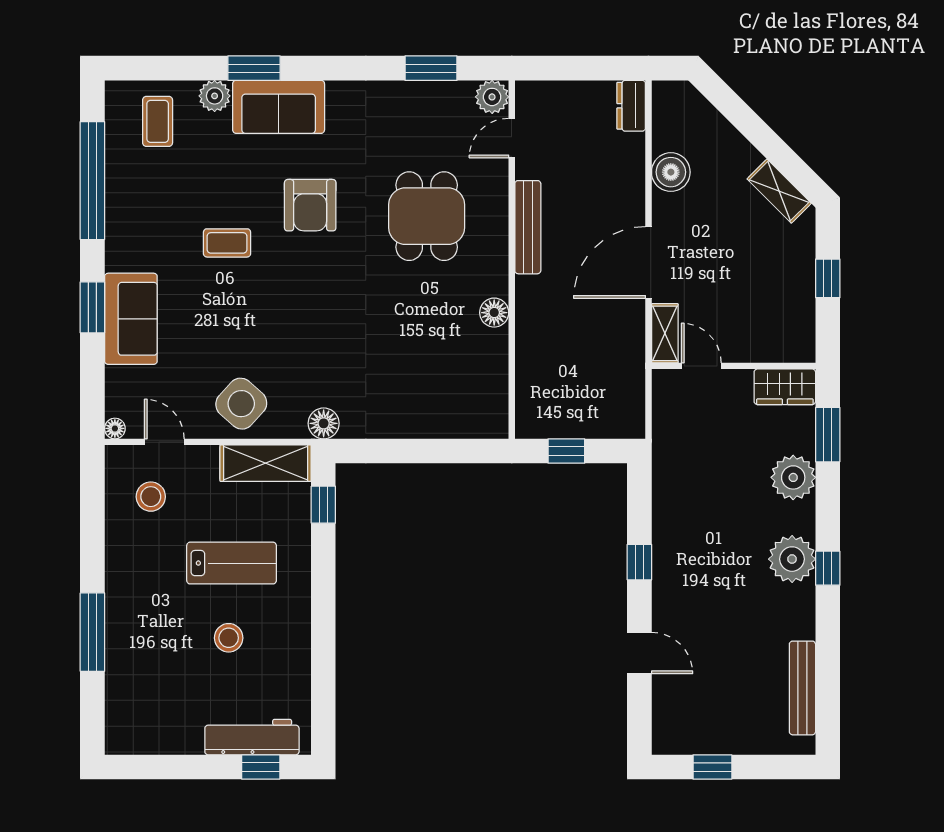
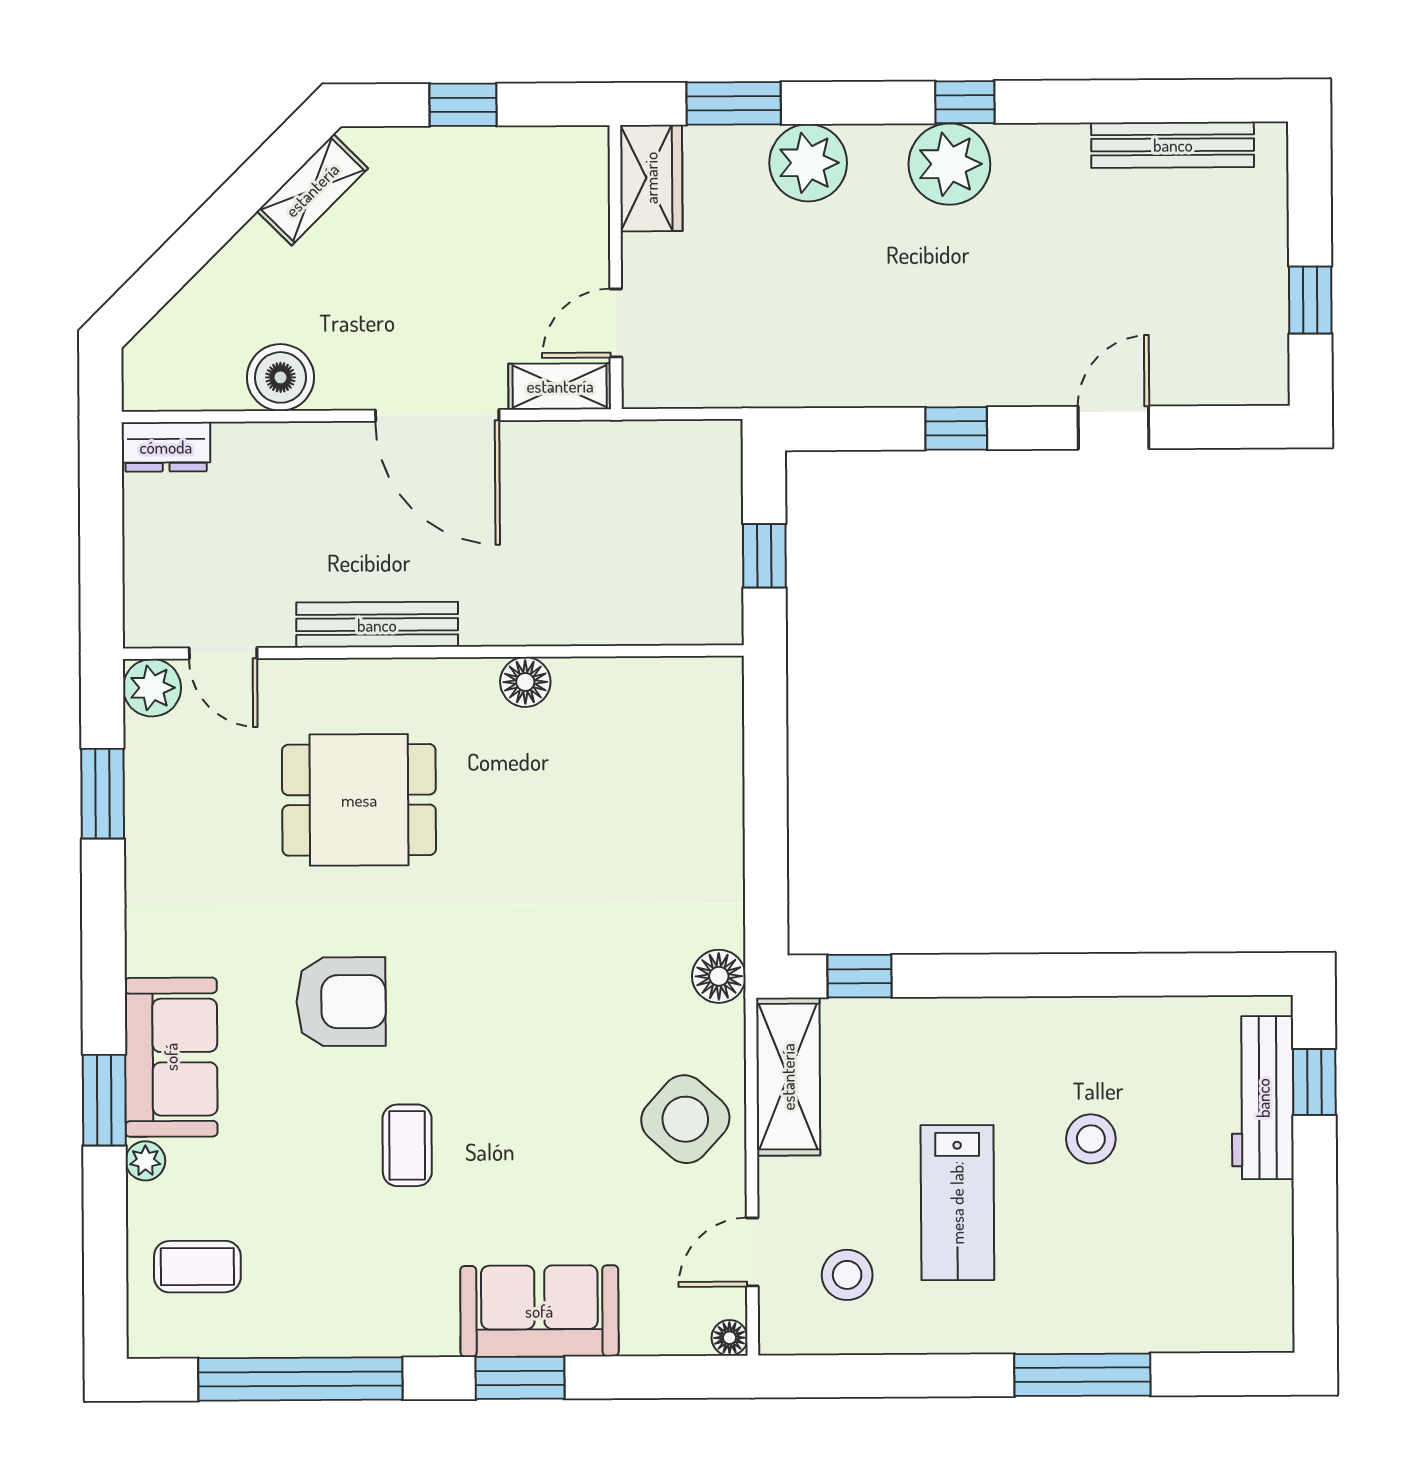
plant: (215, 96) -> (145, 1161), width x0.73, depth x0.73
lab bench: (232, 563) -> (957, 1203), moved, turned 180

